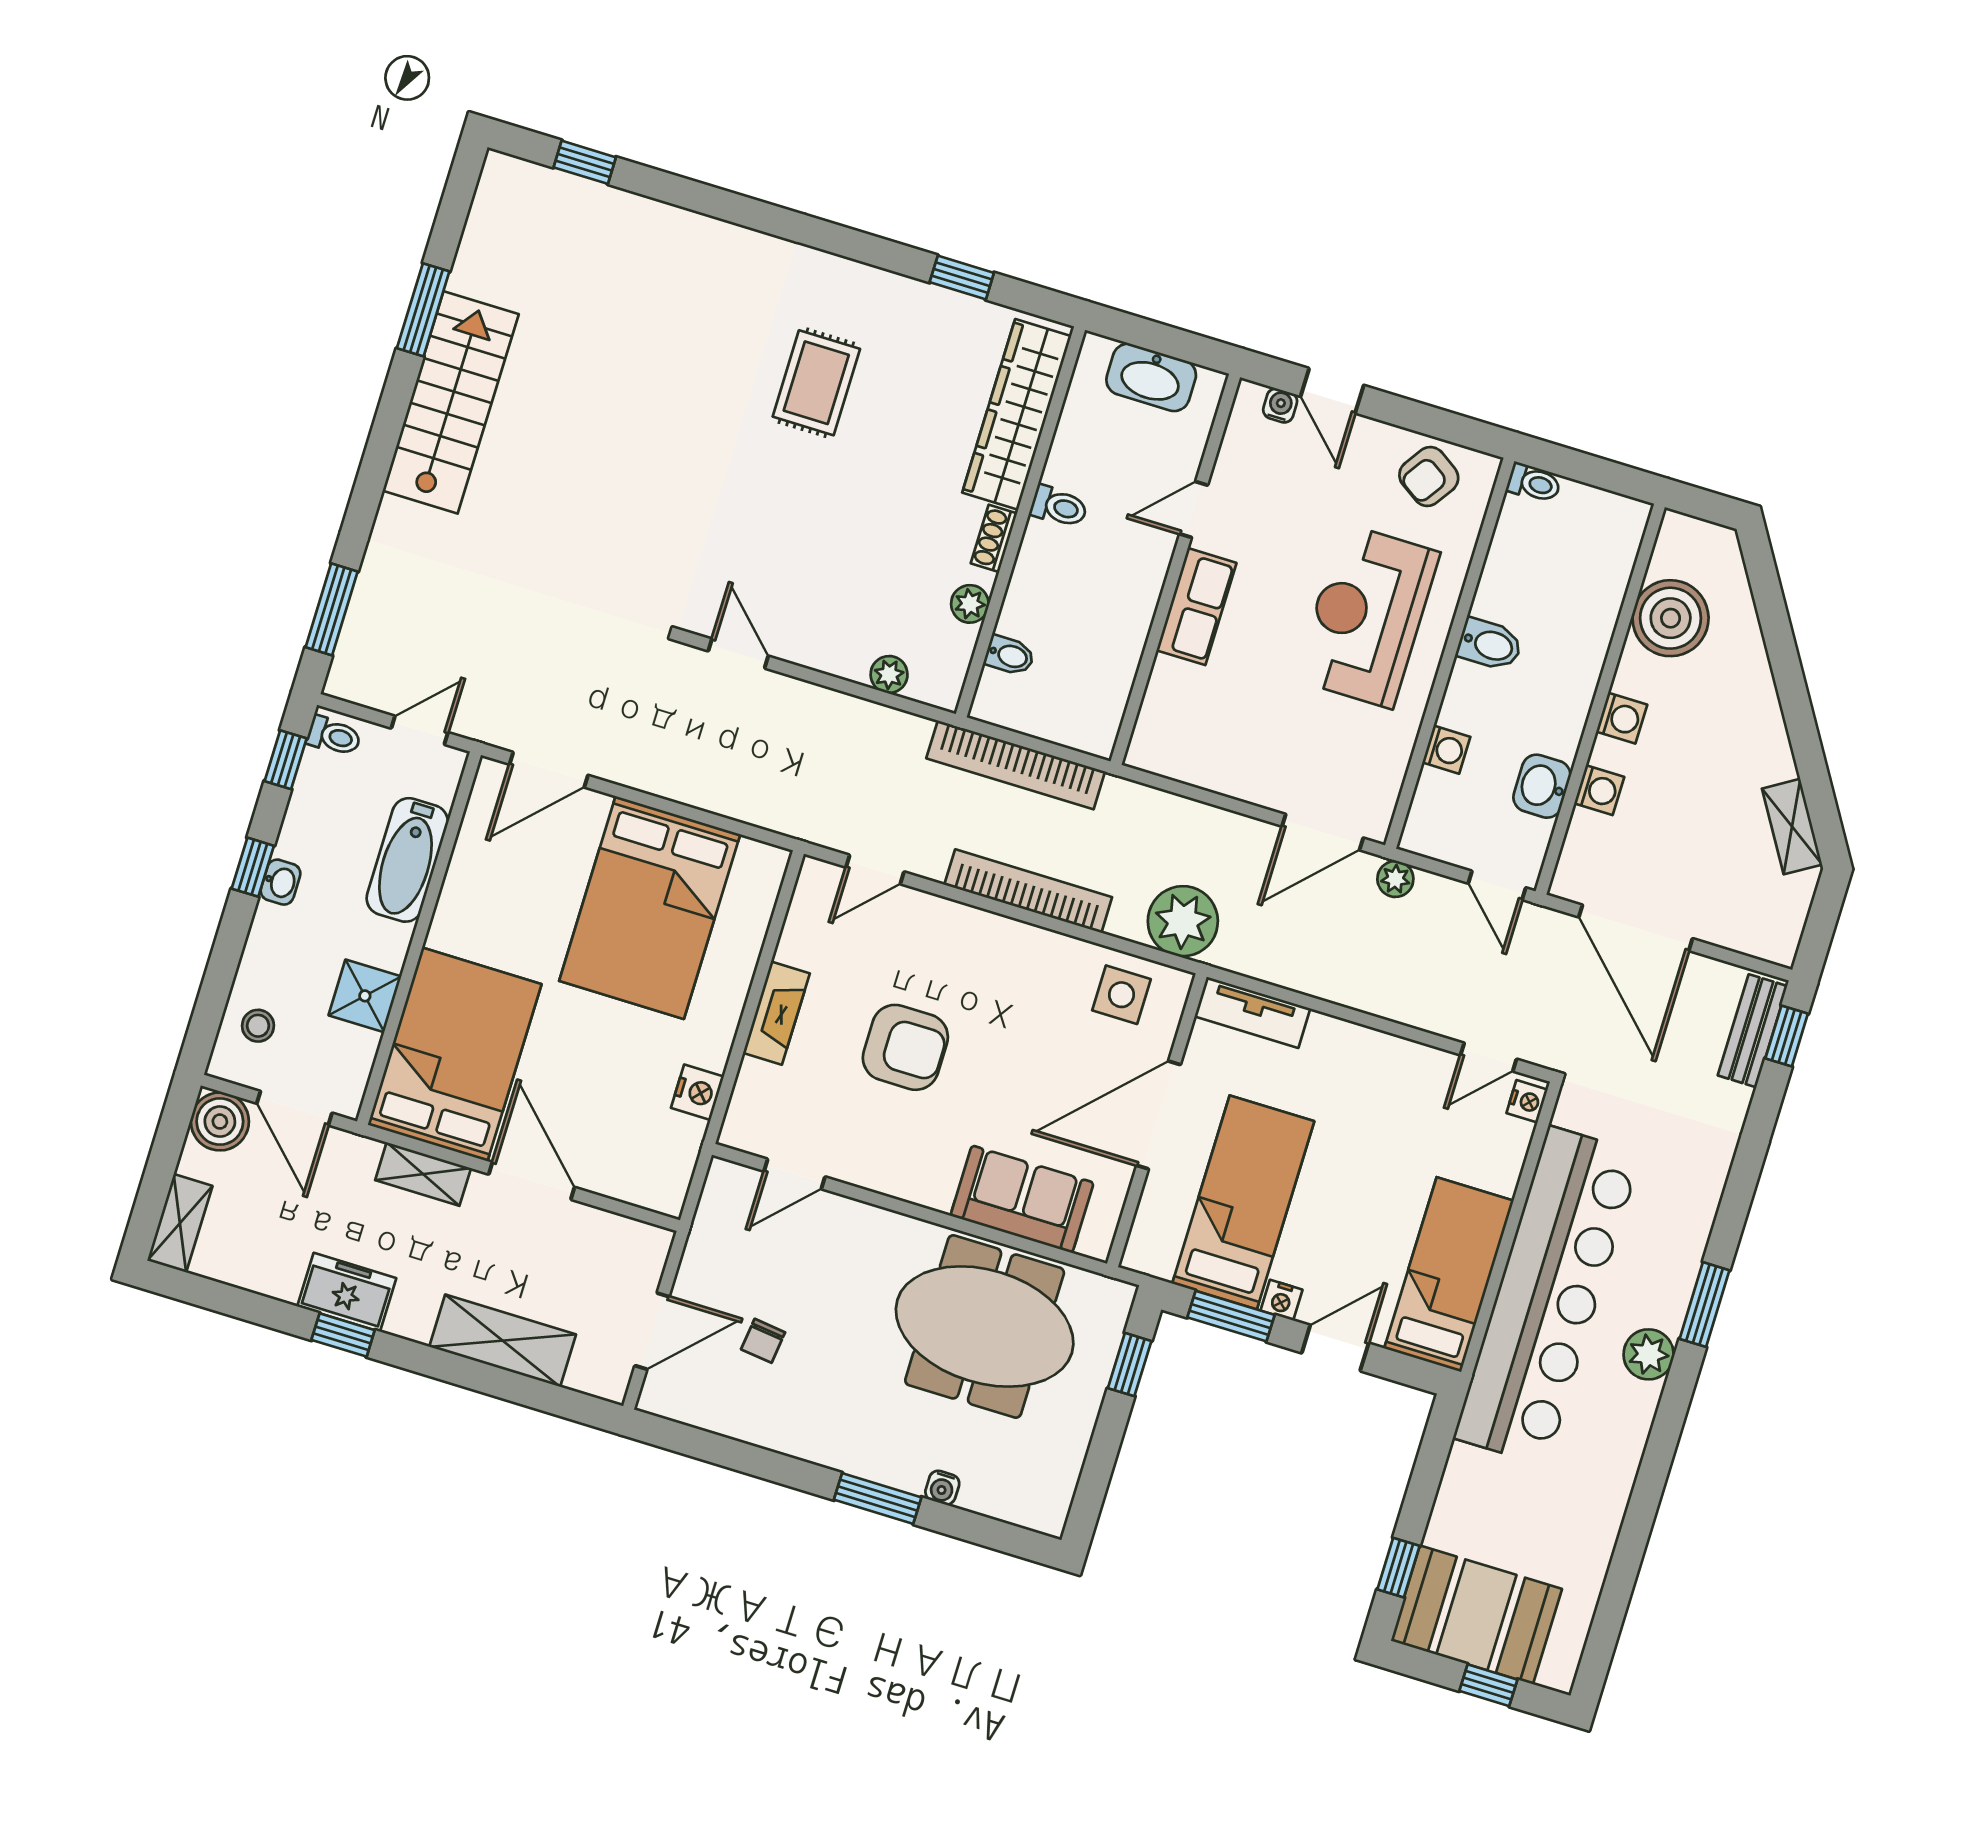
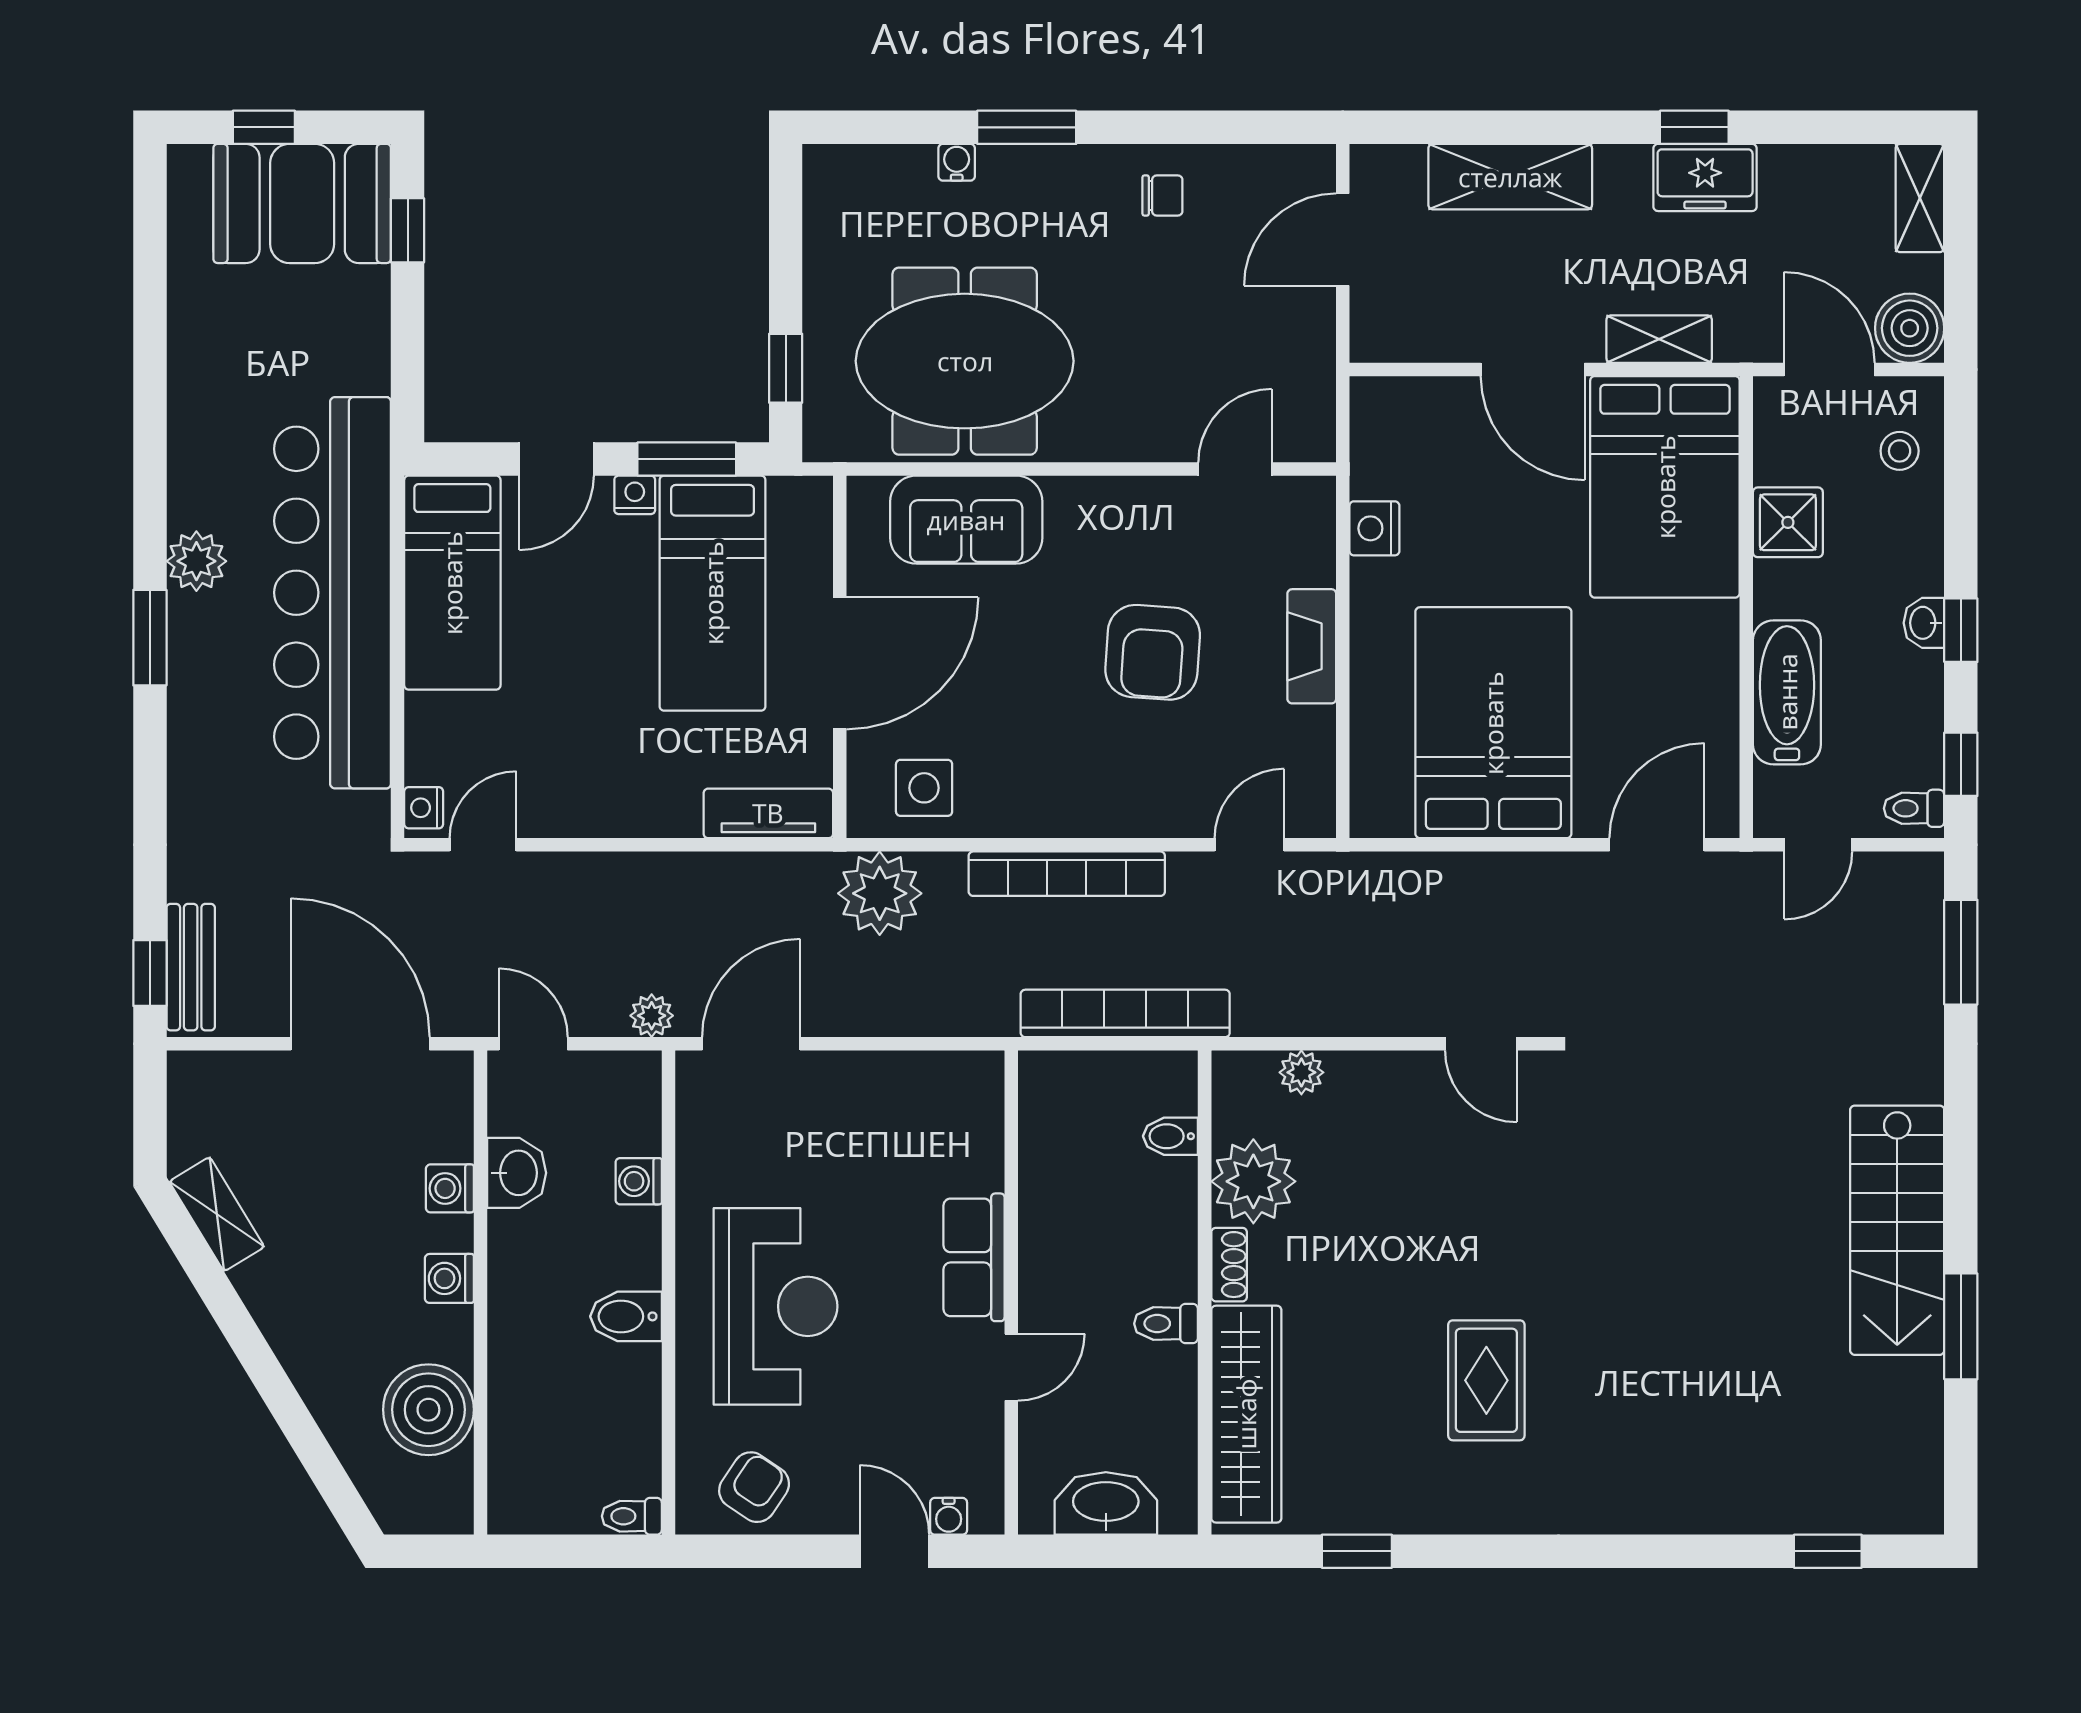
plant: (970, 604) -> (1253, 1181), width x1.87, depth x1.87
armchair: (905, 1047) -> (1153, 652), turned -86
chair: (763, 1341) -> (1162, 195), moved, turned 83

